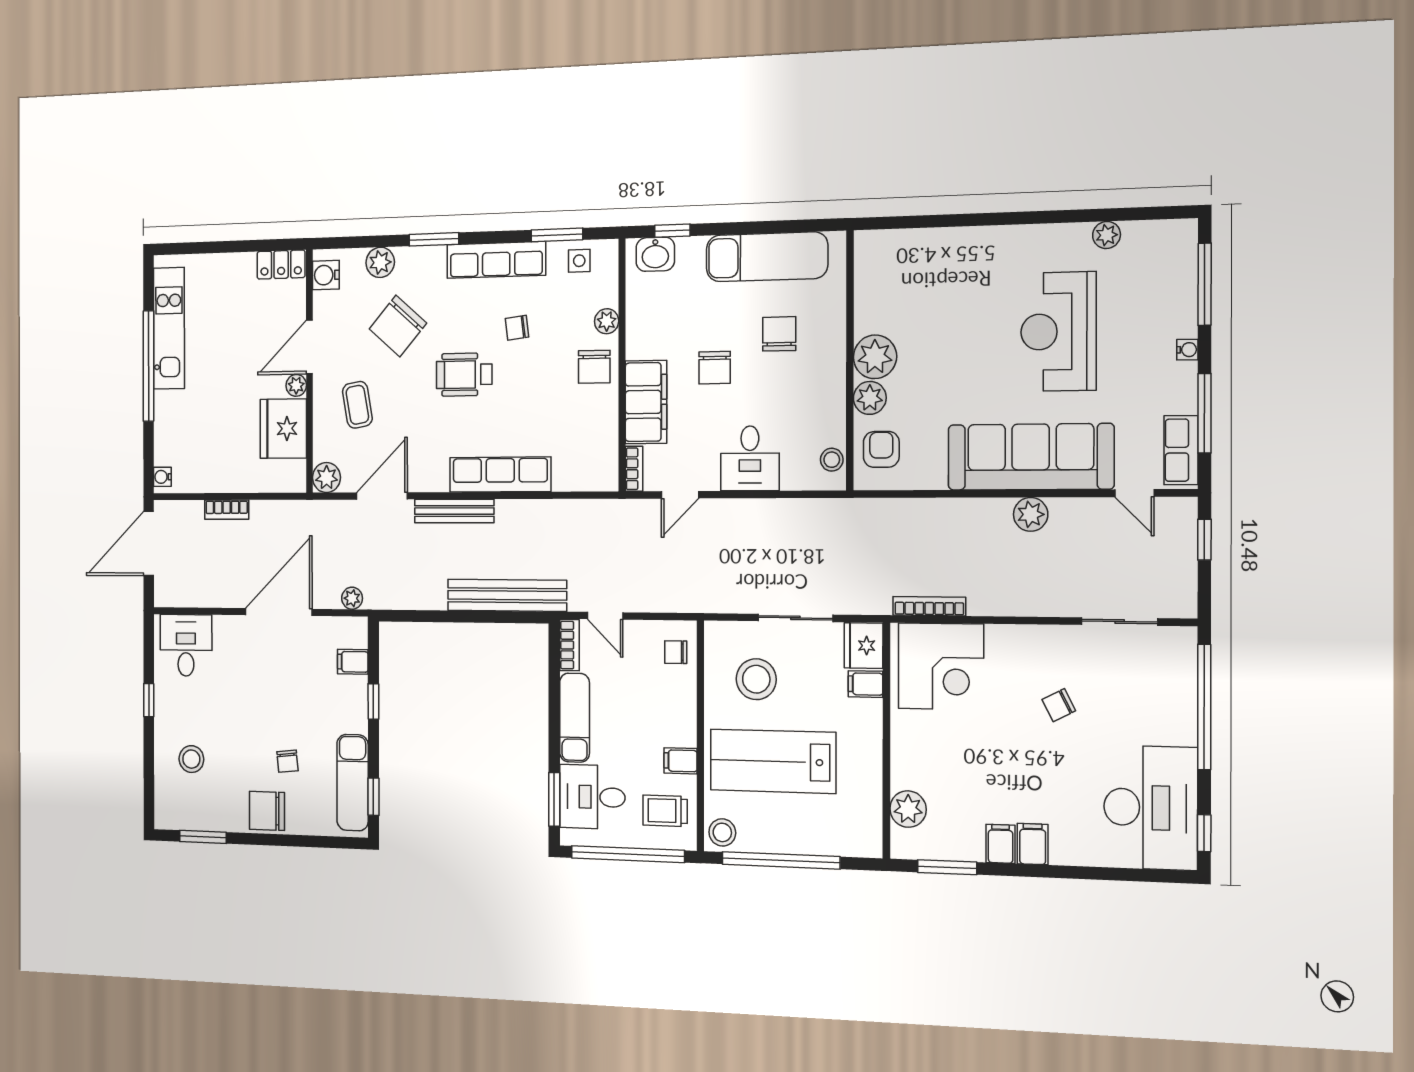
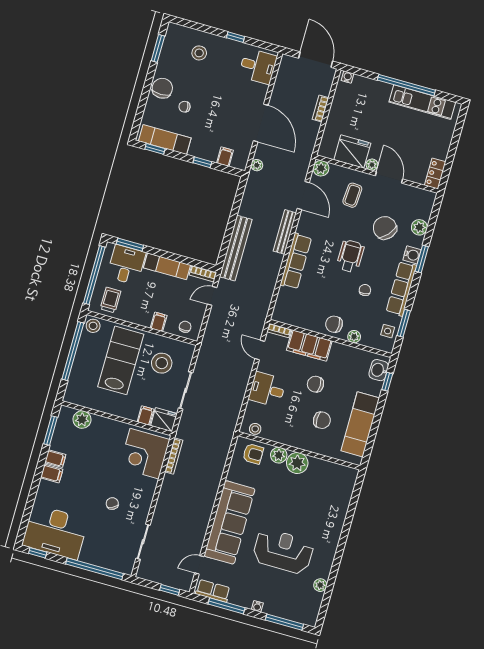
water cooler: (326, 275) -> (412, 255), moved, turned 90
coffee table: (357, 405) -> (352, 195), turned -76
plant: (1031, 514) -> (203, 515), removed
filing cabinet: (681, 761) -> (159, 322), moved

